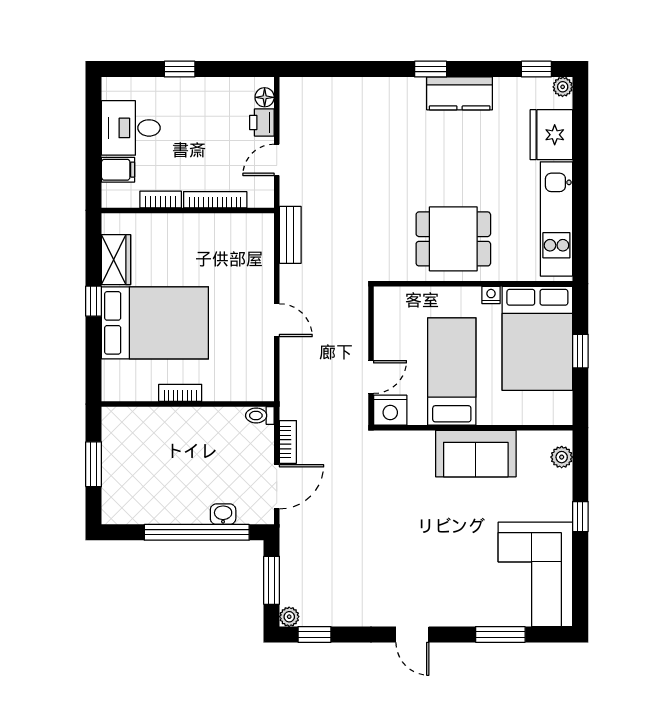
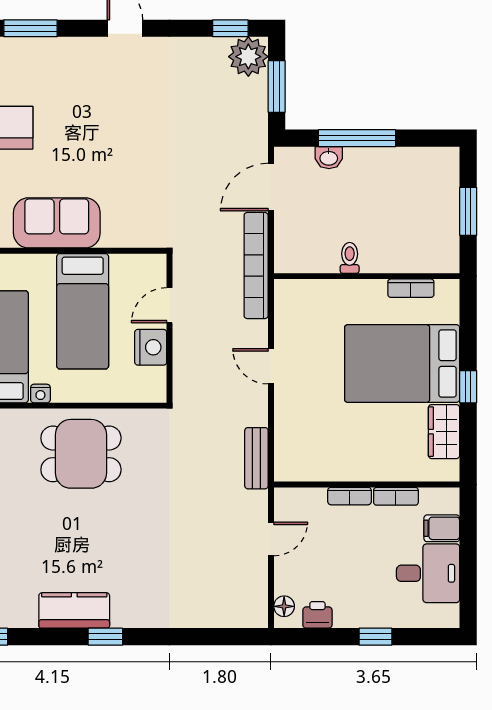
printer: (262, 122) -> (317, 615), moved, turned -90
bookcase: (215, 200) -> (350, 496), width x0.64
bookcase: (180, 393) -> (411, 288), moved
nightstand: (390, 410) -> (151, 347), moved, turned 90
toilet: (260, 415) -> (350, 258), moved, turned -90
bookcase: (288, 442) -> (256, 265), width x2.31, depth x1.31
window: (197, 532) -> (357, 138), width x0.68
plant: (289, 617) -> (248, 57), width x1.88, depth x1.88

